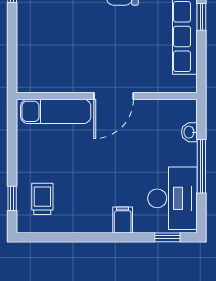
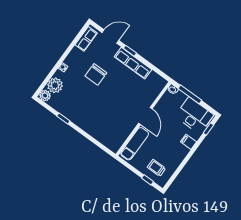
wall: (107, 96) -> (143, 119), moved
door: (114, 96) -> (145, 116), moved
exam couch: (56, 111) -> (135, 144), moved

